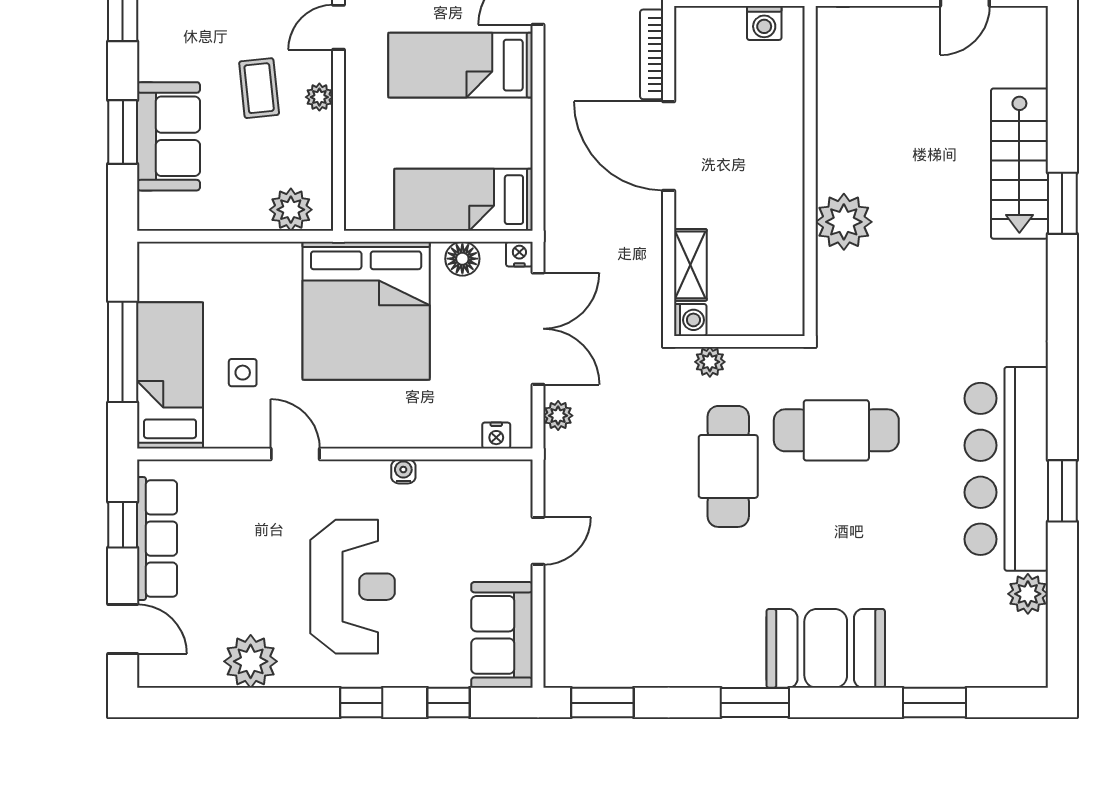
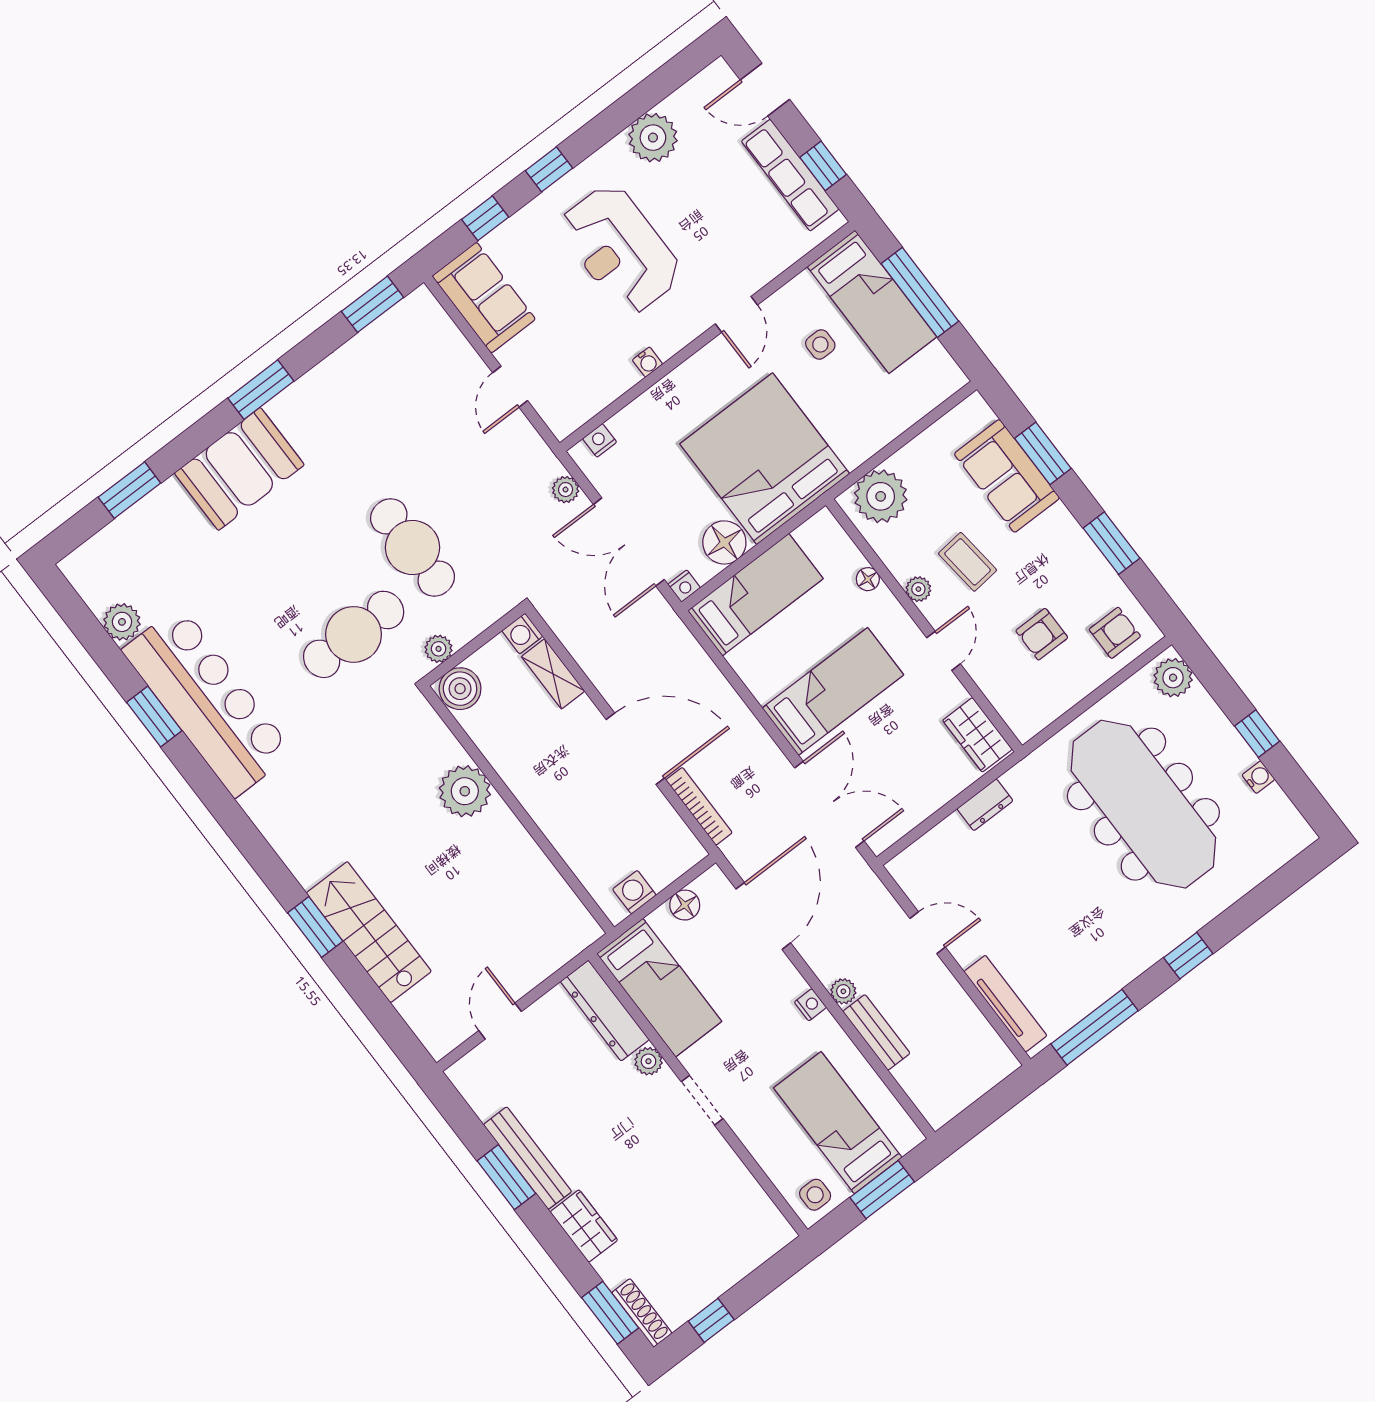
floor lamp: (356, 139) -> (868, 579), added
plant: (291, 210) -> (881, 496), width x1.36, depth x1.36
floor lamp: (462, 259) -> (724, 542), width x1.38, depth x1.38
boiler: (780, 313) -> (460, 689), added
plant: (710, 362) -> (439, 649), moved
door: (295, 454) -> (736, 314), hinge flipped

